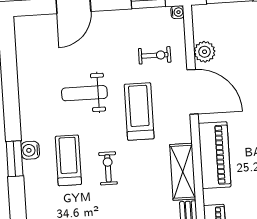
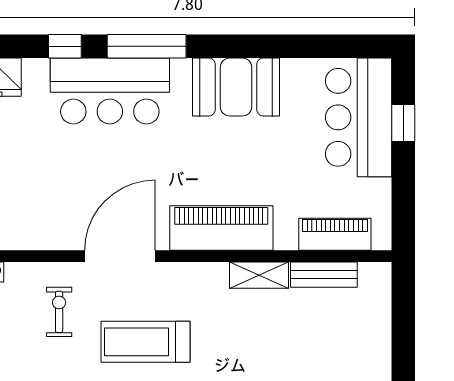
plant: (205, 52) -> (58, 234), removed
shelving: (183, 172) -> (259, 275), width x0.67, depth x0.75

